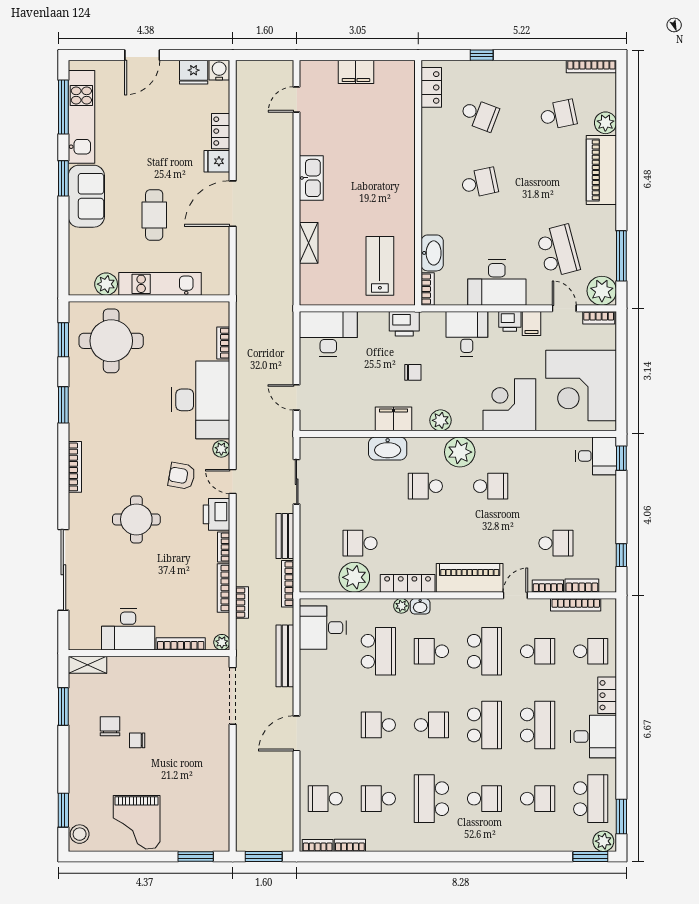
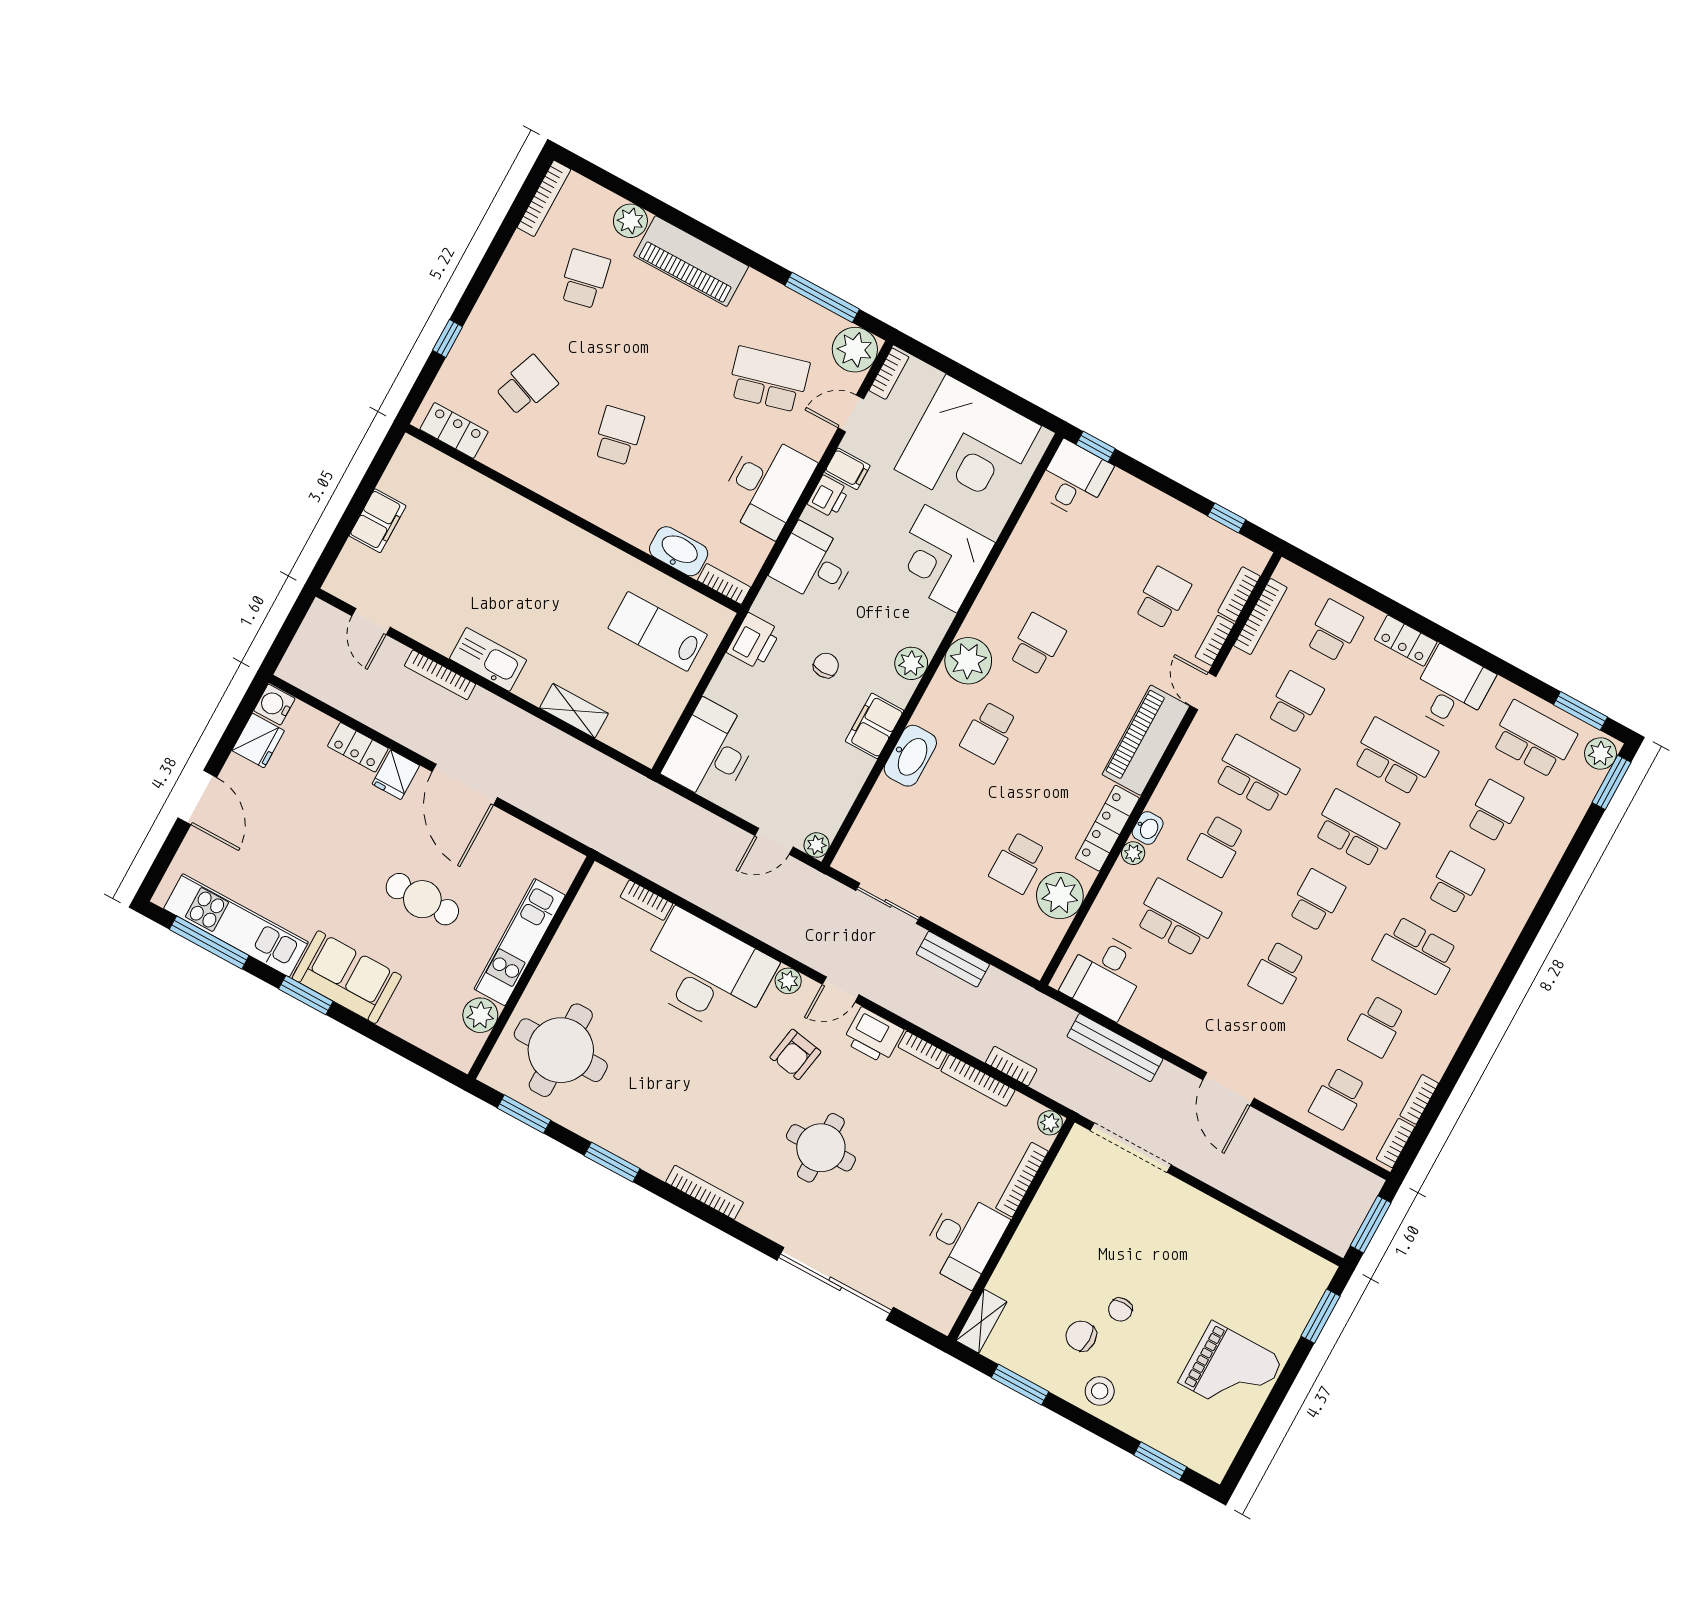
plant: (308, 423) -> (817, 845), added
bookcase: (288, 584) -> (440, 675), moved
stool: (80, 834) -> (1100, 1391), moved

